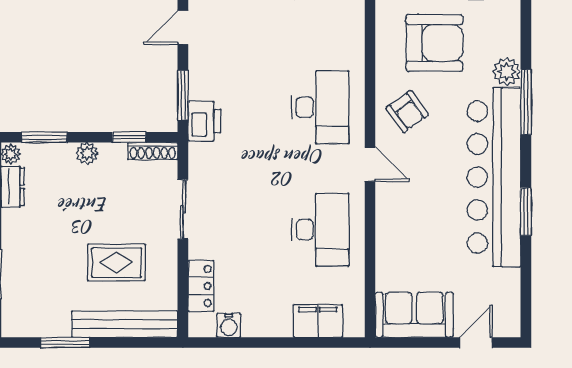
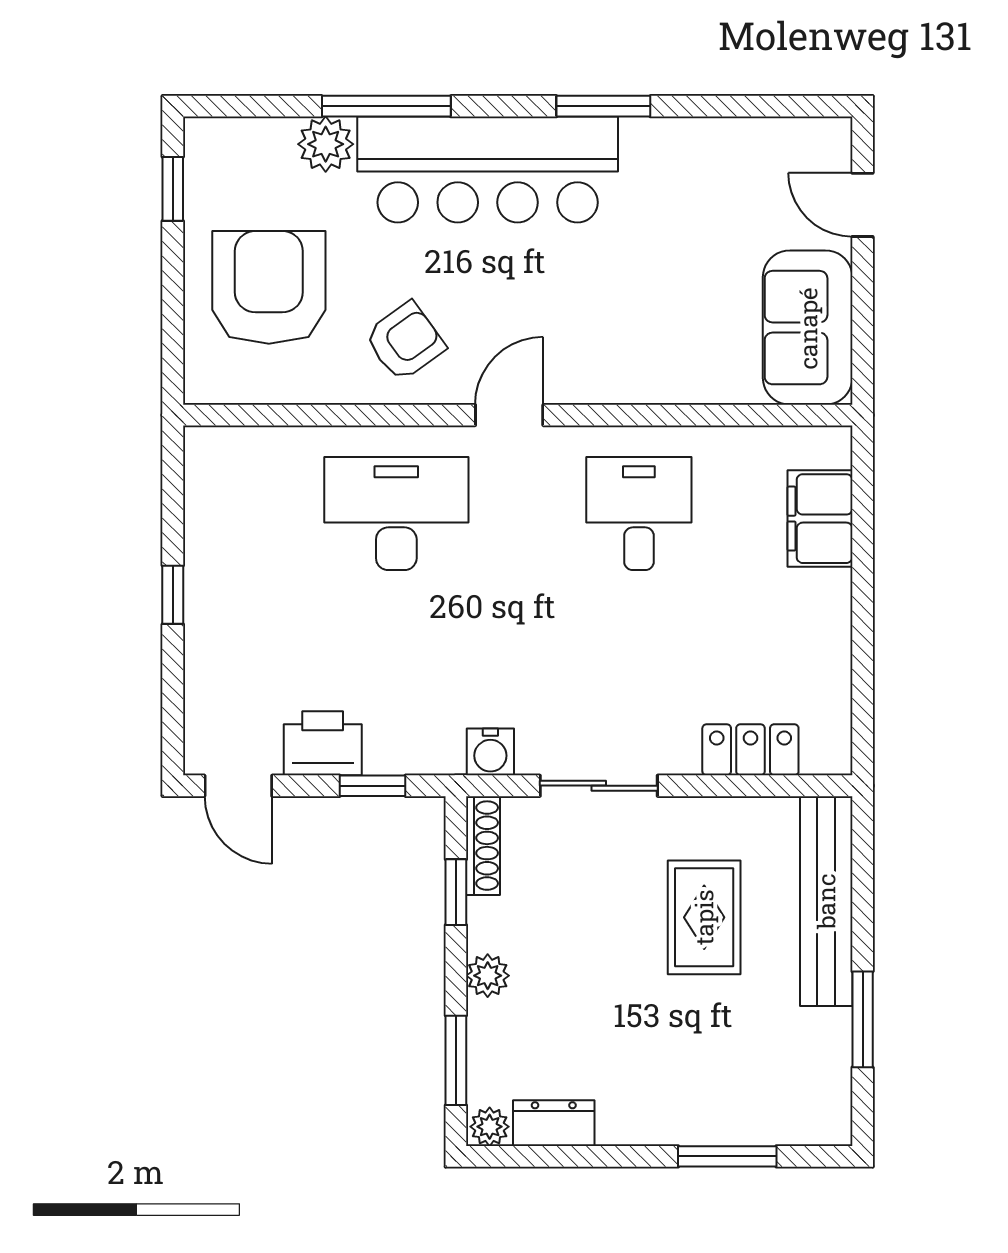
window: (183, 95) -> (373, 786), width x0.67
printer: (204, 121) -> (323, 743), moved
bar counter: (494, 177) -> (488, 170), width x0.73
desk: (320, 230) -> (639, 514), width x0.73
water cooler: (229, 325) -> (490, 752), moved, turned 90

